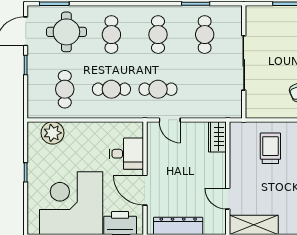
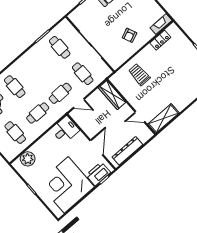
cafe table: (158, 35) -> (83, 74), moved
wardrobe: (217, 137) -> (112, 95), width x1.50
desk: (126, 154) -> (65, 130), moved
door: (145, 190) -> (96, 147), swing flipped

